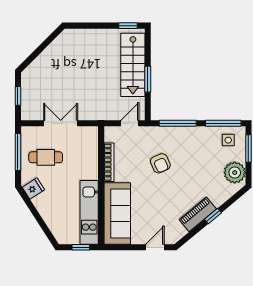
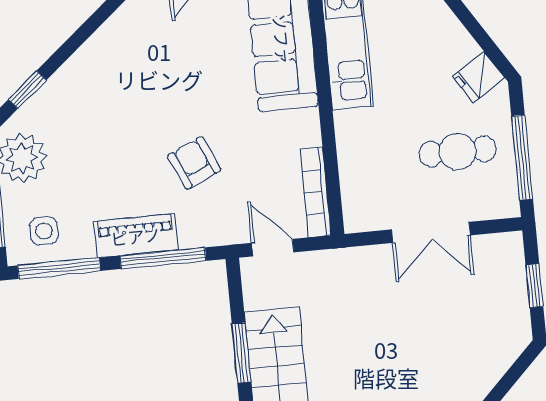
door: (130, 123) -> (273, 248), swing flipped
bookcase: (109, 162) -> (315, 192), moved
piano: (198, 214) -> (136, 236), moved, turned -140
window: (213, 216) -> (27, 90), moved

